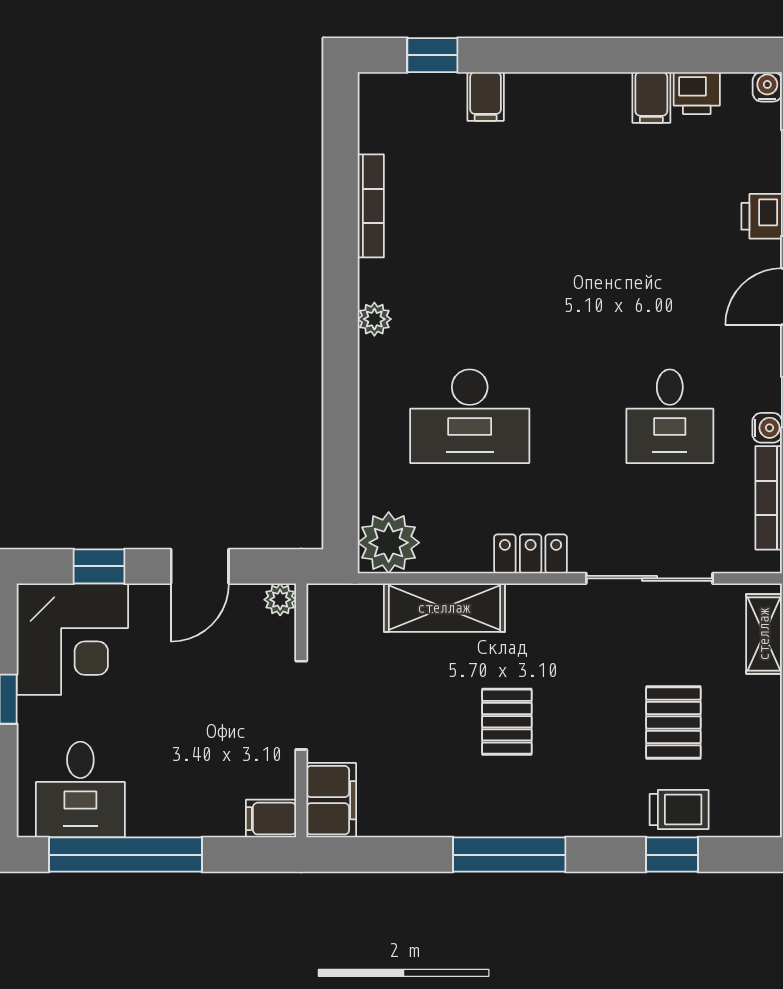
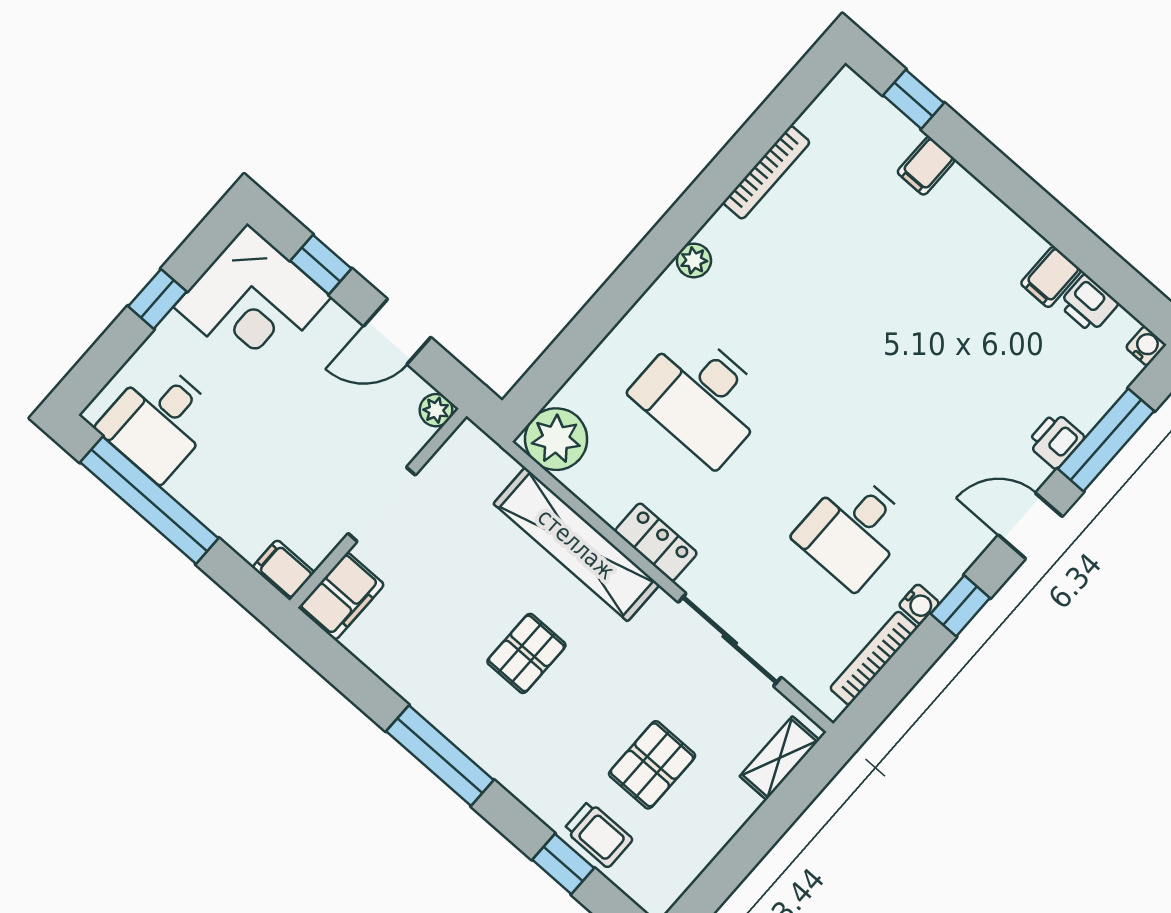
shelving: (444, 608) -> (576, 544), width x1.47

